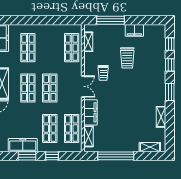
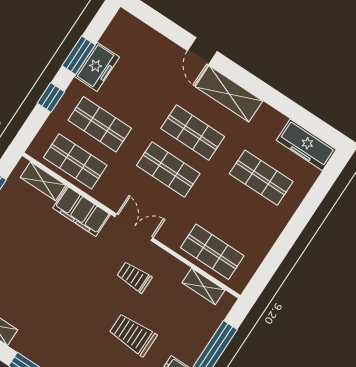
double door: (83, 86) -> (134, 227), swing flipped
freezer: (23, 145) -> (97, 67), width x0.71

